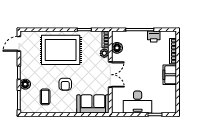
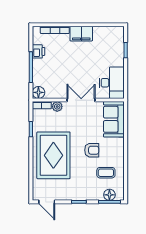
floor lamp: (117, 48) -> (38, 92), moved
floor lamp: (25, 84) -> (109, 195), moved
desk: (138, 102) -> (112, 83), moved

